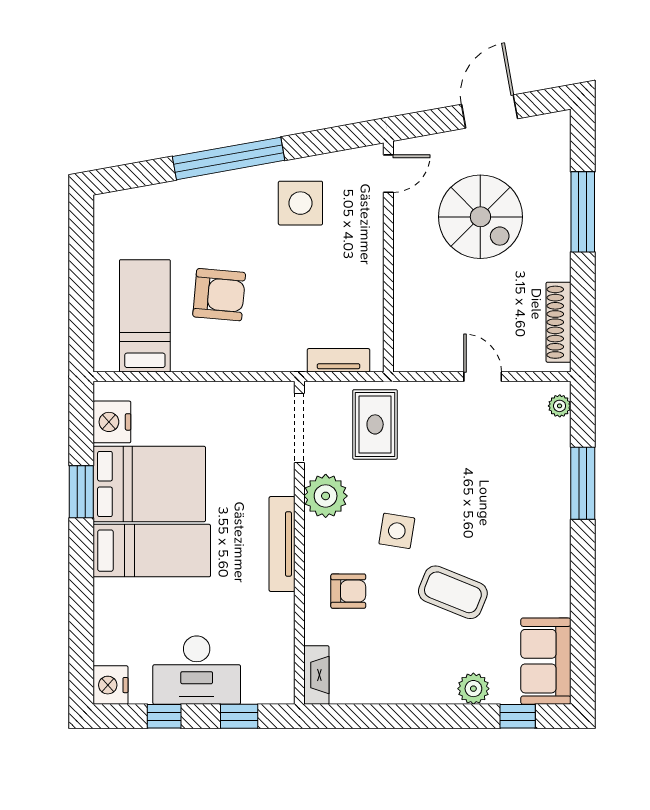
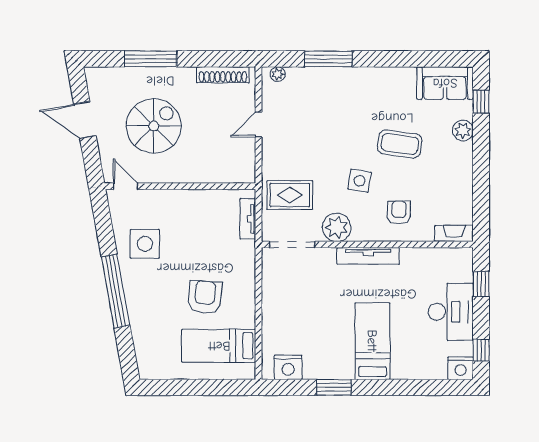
bed: (149, 484) -> (329, 343), removed
coffee table: (453, 592) -> (400, 144), turned 76
window: (164, 716) -> (481, 350), moved

